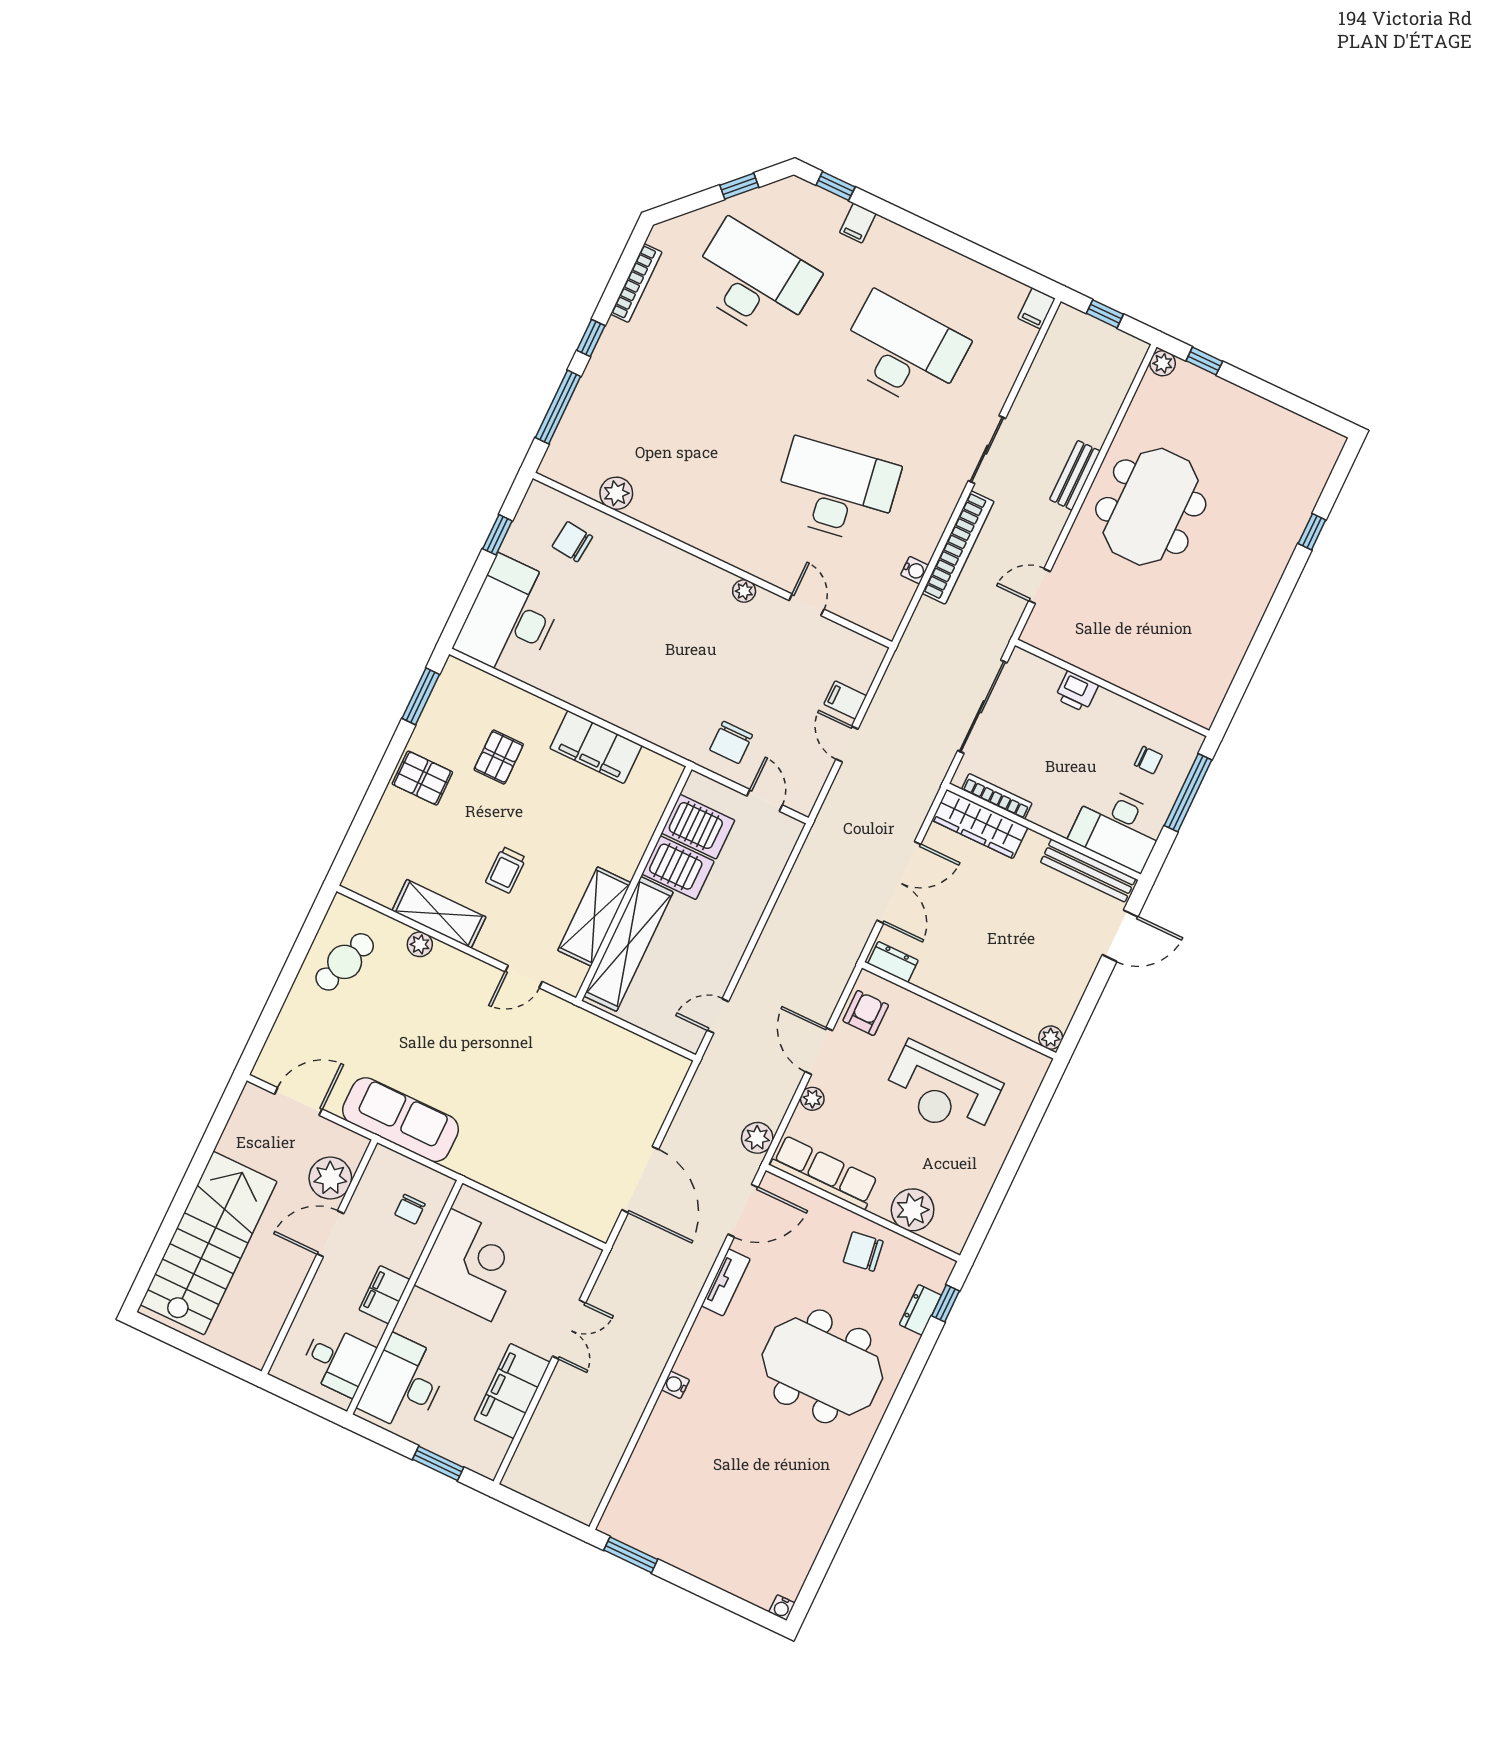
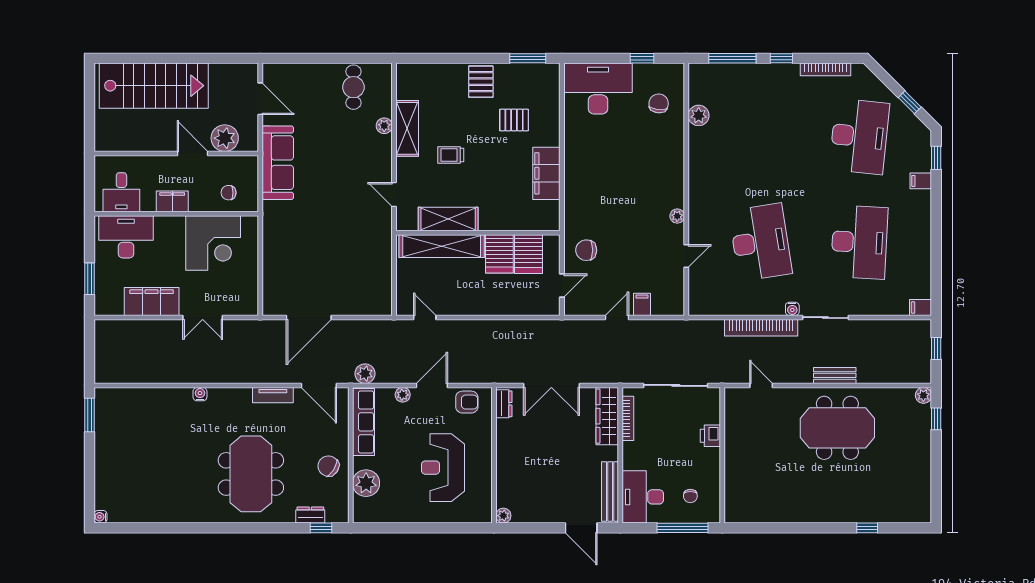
water cooler: (915, 570) -> (792, 309), moved
cafe table: (345, 962) -> (353, 87), turned 70
chair: (863, 1252) -> (328, 466), turned -50

